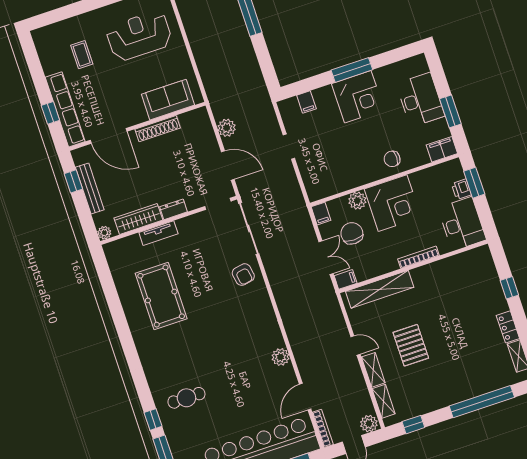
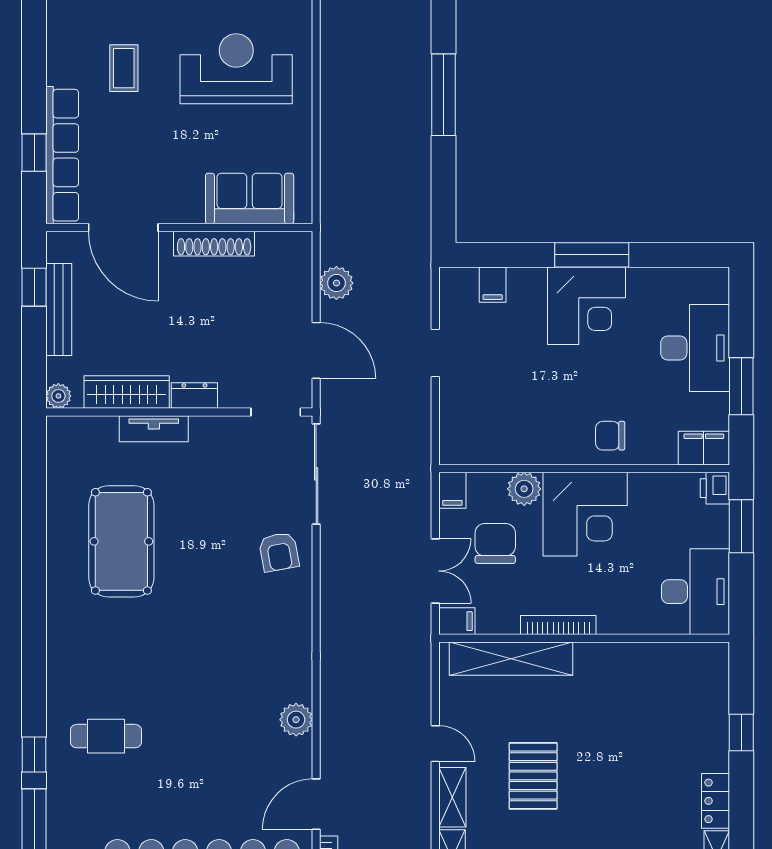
printer: (461, 189) -> (715, 488), moved
bookcase: (418, 257) -> (558, 625), moved

